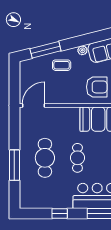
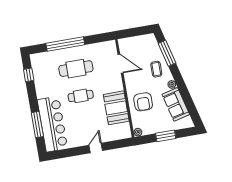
door: (34, 105) -> (120, 64), moved
window: (14, 165) -> (65, 44), width x1.46
window: (60, 214) -> (29, 75), moved

